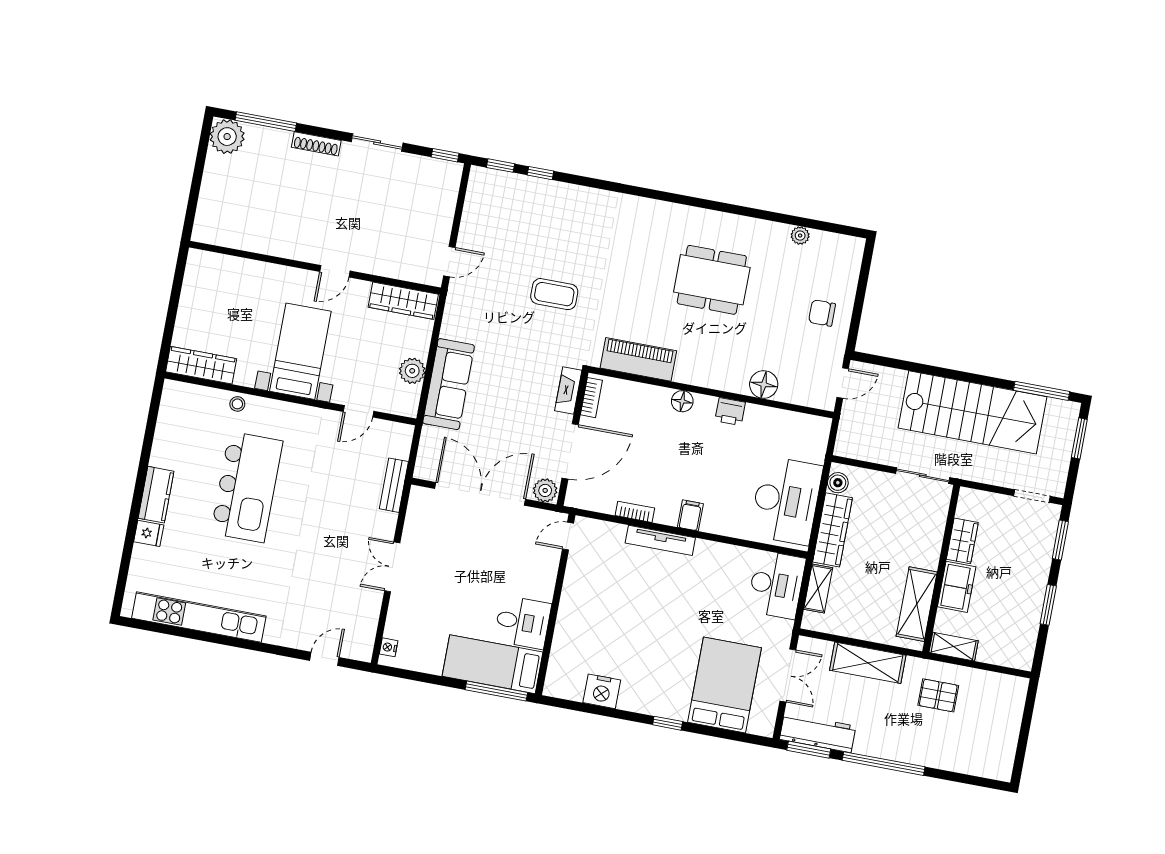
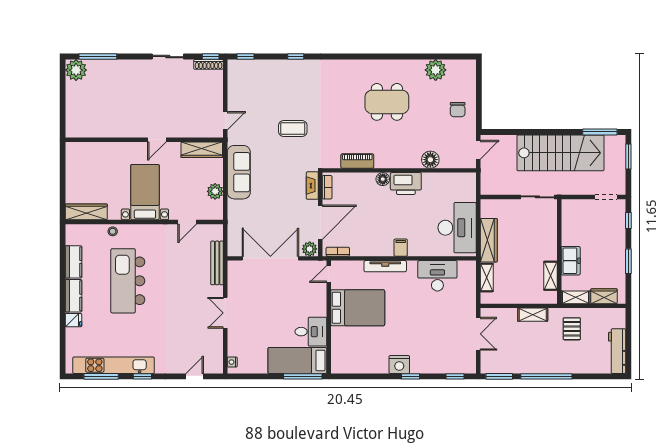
shoe rack: (316, 144) -> (209, 64), moved
window: (540, 173) -> (296, 57), moved
plant: (800, 236) -> (436, 70), width x1.87, depth x1.87
chair: (822, 313) -> (458, 110), turned -90
piano: (638, 359) -> (357, 161), width x0.73, depth x0.75
sofa: (449, 384) -> (239, 172), moved
printer: (730, 412) -> (406, 184), width x1.87, depth x1.48
kitchen counter: (166, 441) -> (74, 262), added
boiler: (838, 483) -> (487, 211), removed
bench: (394, 485) -> (217, 263), width x1.36
kitchen island: (247, 487) -> (128, 281), turned 180
bookcase: (635, 512) -> (338, 252), moved
window: (1060, 540) -> (628, 220), width x0.67
wardrobe: (962, 541) -> (604, 296), moved, turned -90
desk: (776, 585) -> (437, 276), moved, turned -90
shelving: (917, 604) -> (551, 276), width x0.67, depth x0.75
window: (176, 631) -> (101, 376), added
window: (242, 643) -> (142, 376), added
shelving: (868, 663) -> (533, 315), width x0.67, depth x0.75
bed: (725, 685) -> (358, 308), moved, turned 90
nightstand: (602, 691) -> (399, 365), moved
pallet: (938, 695) -> (572, 329), turned 90
workbench: (818, 733) -> (617, 351), moved, turned -90
window: (738, 736) -> (455, 376), added

